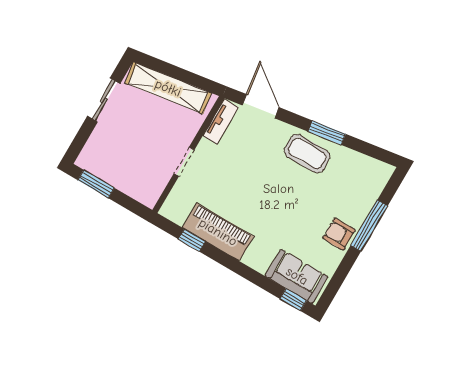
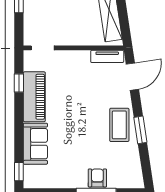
doorway: (184, 162) -> (43, 48), moved
armchair: (339, 234) -> (97, 178), moved
sofa: (297, 276) -> (35, 144), moved

